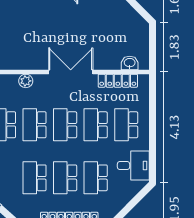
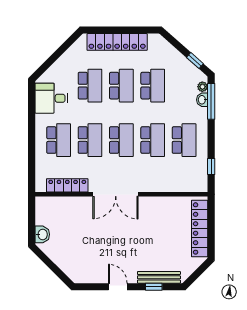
washbasin: (130, 63) -> (42, 234), moved, turned -90
plant: (26, 81) -> (162, 185), removed

